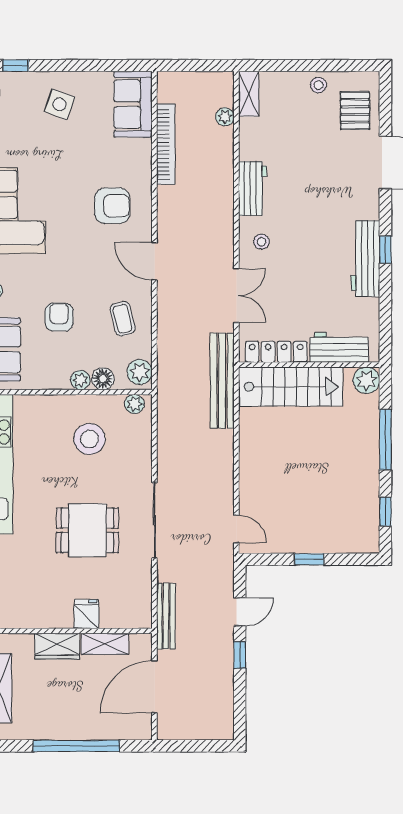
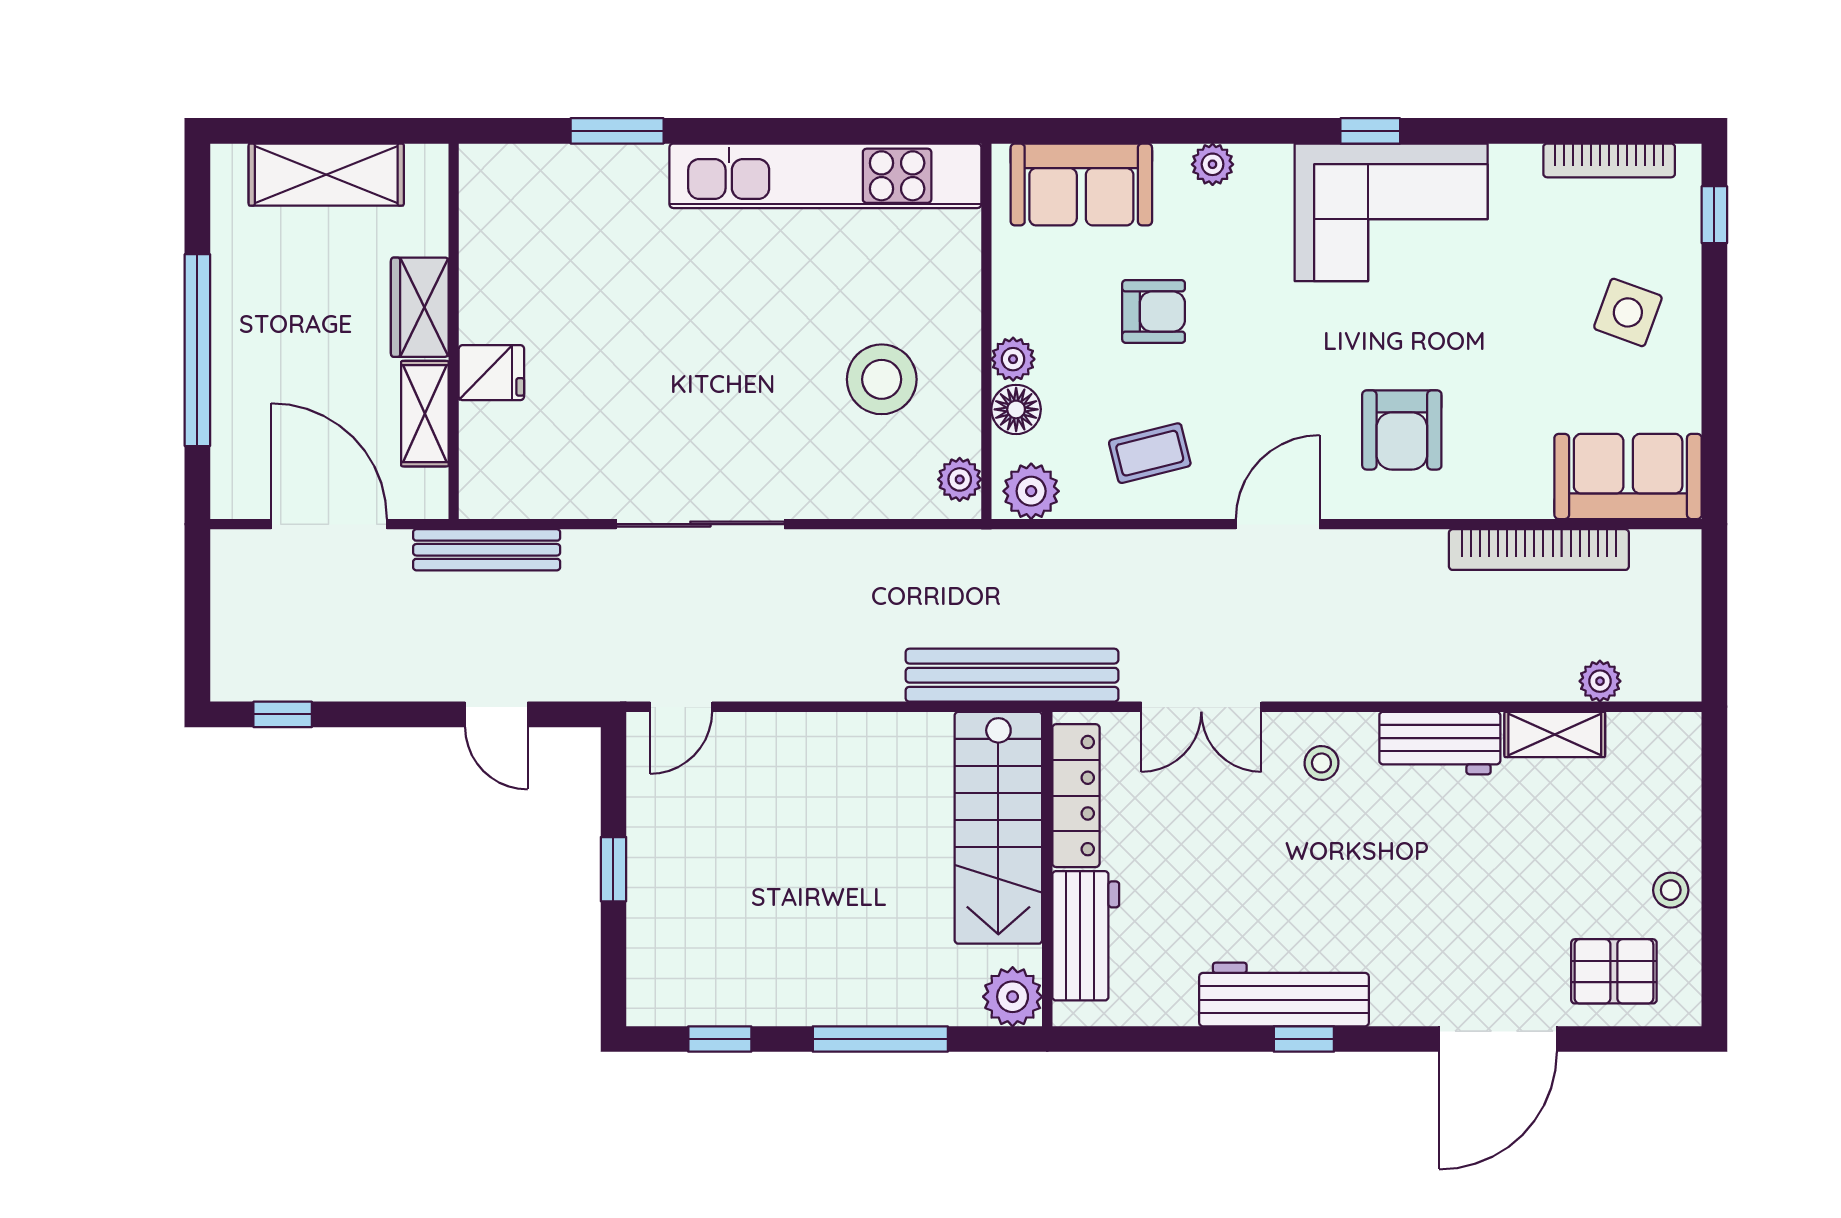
shelving: (249, 94) -> (1555, 734), moved
dining table: (87, 530) -> (678, 375), removed
window: (240, 655) -> (283, 714), moved

